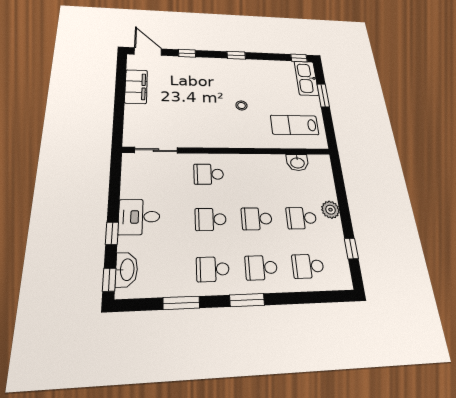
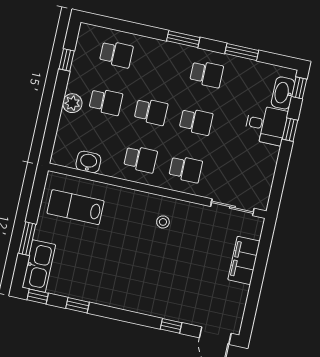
window: (236, 55) -> (77, 305), moved
filing cabinet: (136, 86) -> (244, 260), moved
stool: (241, 106) -> (163, 222), moved
lab bench: (295, 125) -> (76, 207), turned 180
desk: (139, 217) -> (266, 125), moved
school desk: (261, 268) -> (140, 159), moved

